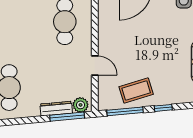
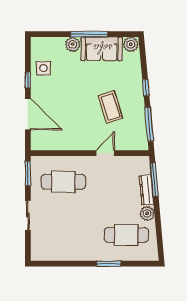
coffee table: (136, 90) -> (111, 107), moved
plant: (81, 105) -> (147, 213), moved

